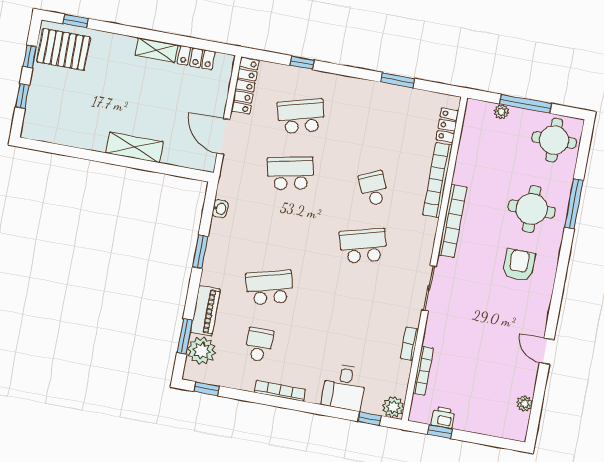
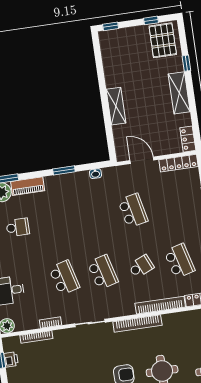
window: (76, 21) -> (186, 63), moved
shelving: (156, 50) -> (179, 93), width x1.50, depth x1.33
locker: (196, 58) -> (188, 139), moved
window: (22, 96) -> (111, 26), moved
school desk: (301, 116) -> (179, 261), moved
door: (223, 136) -> (142, 160), hinge flipped
school desk: (269, 288) -> (64, 278), moved

